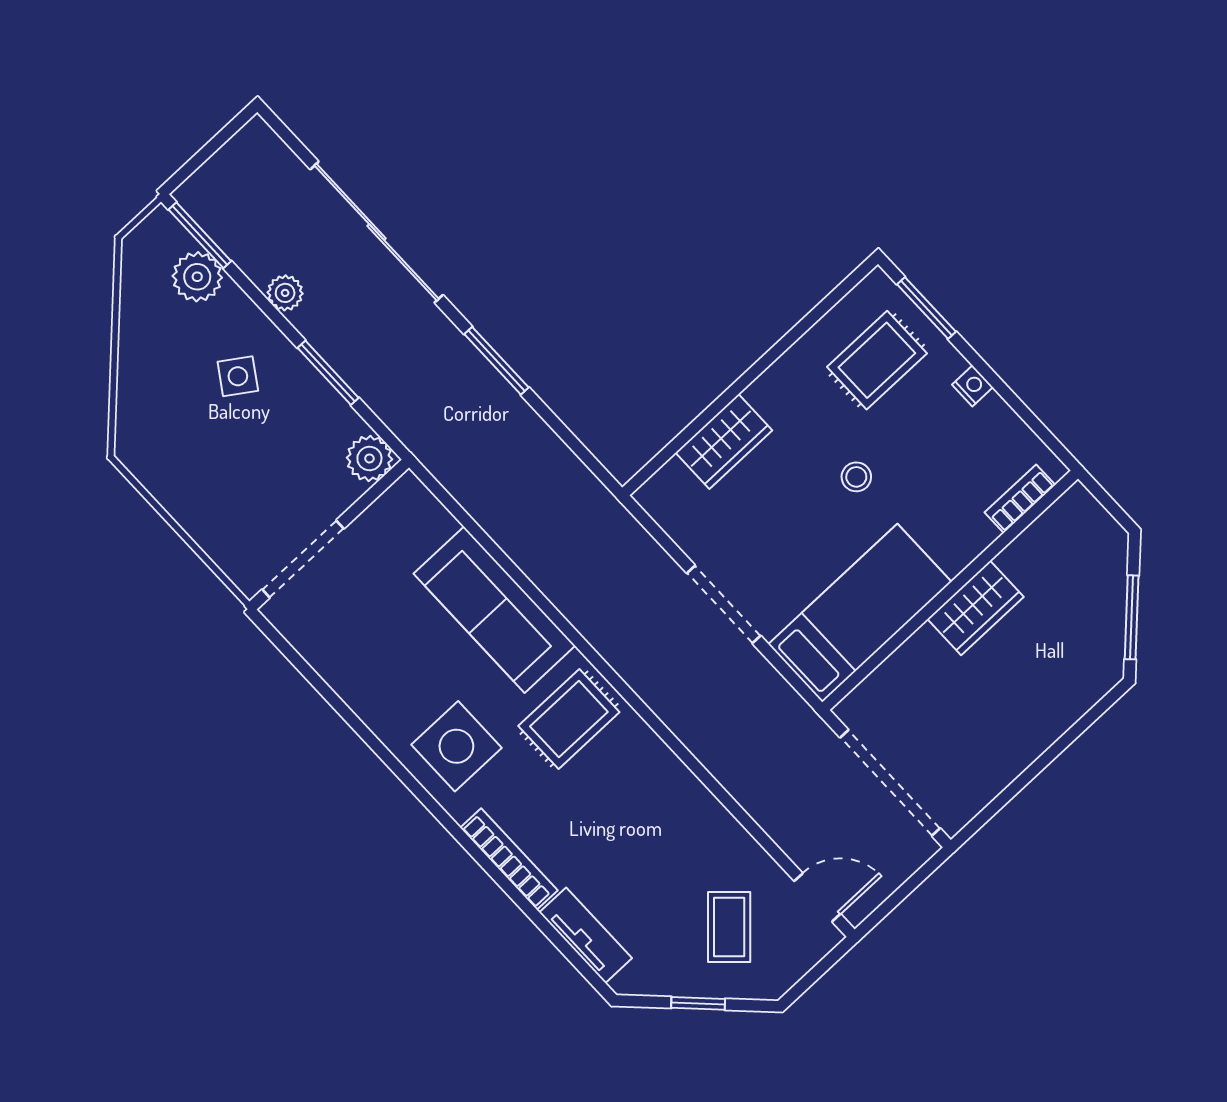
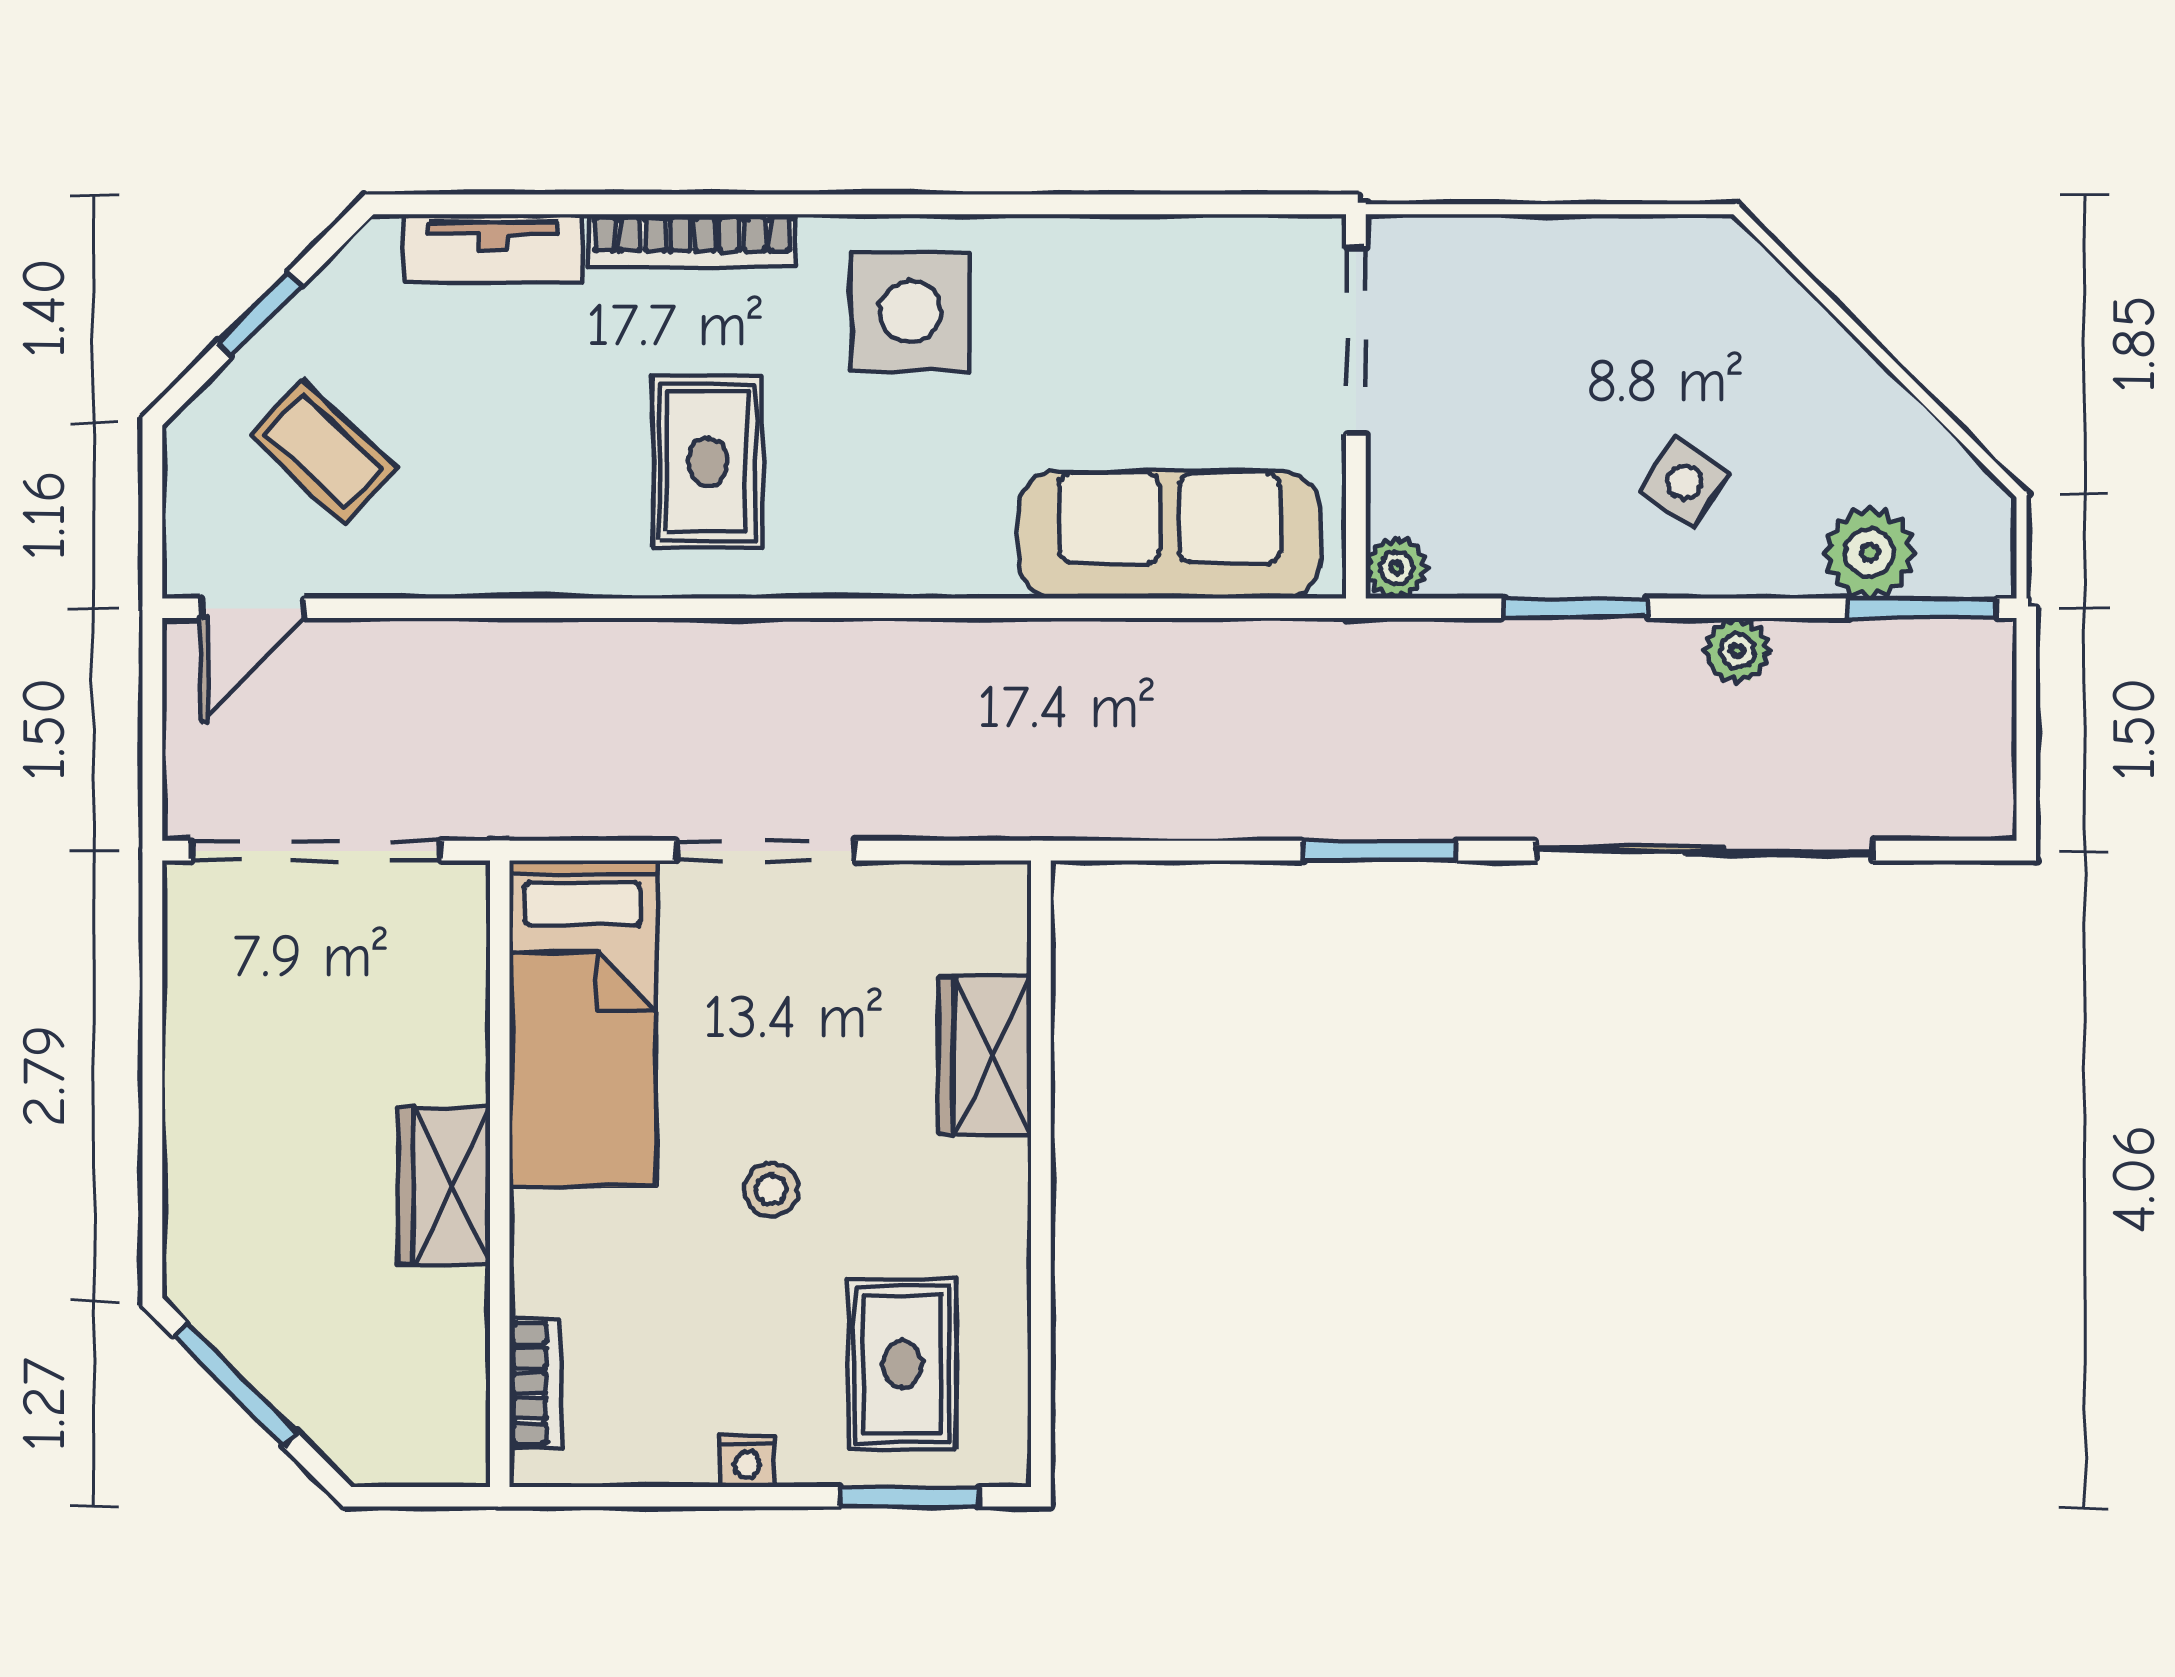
plant: (369, 458) -> (1396, 568), width x0.73, depth x0.73
sofa: (494, 610) -> (1170, 535), moved
rug: (569, 719) -> (707, 462), moved

